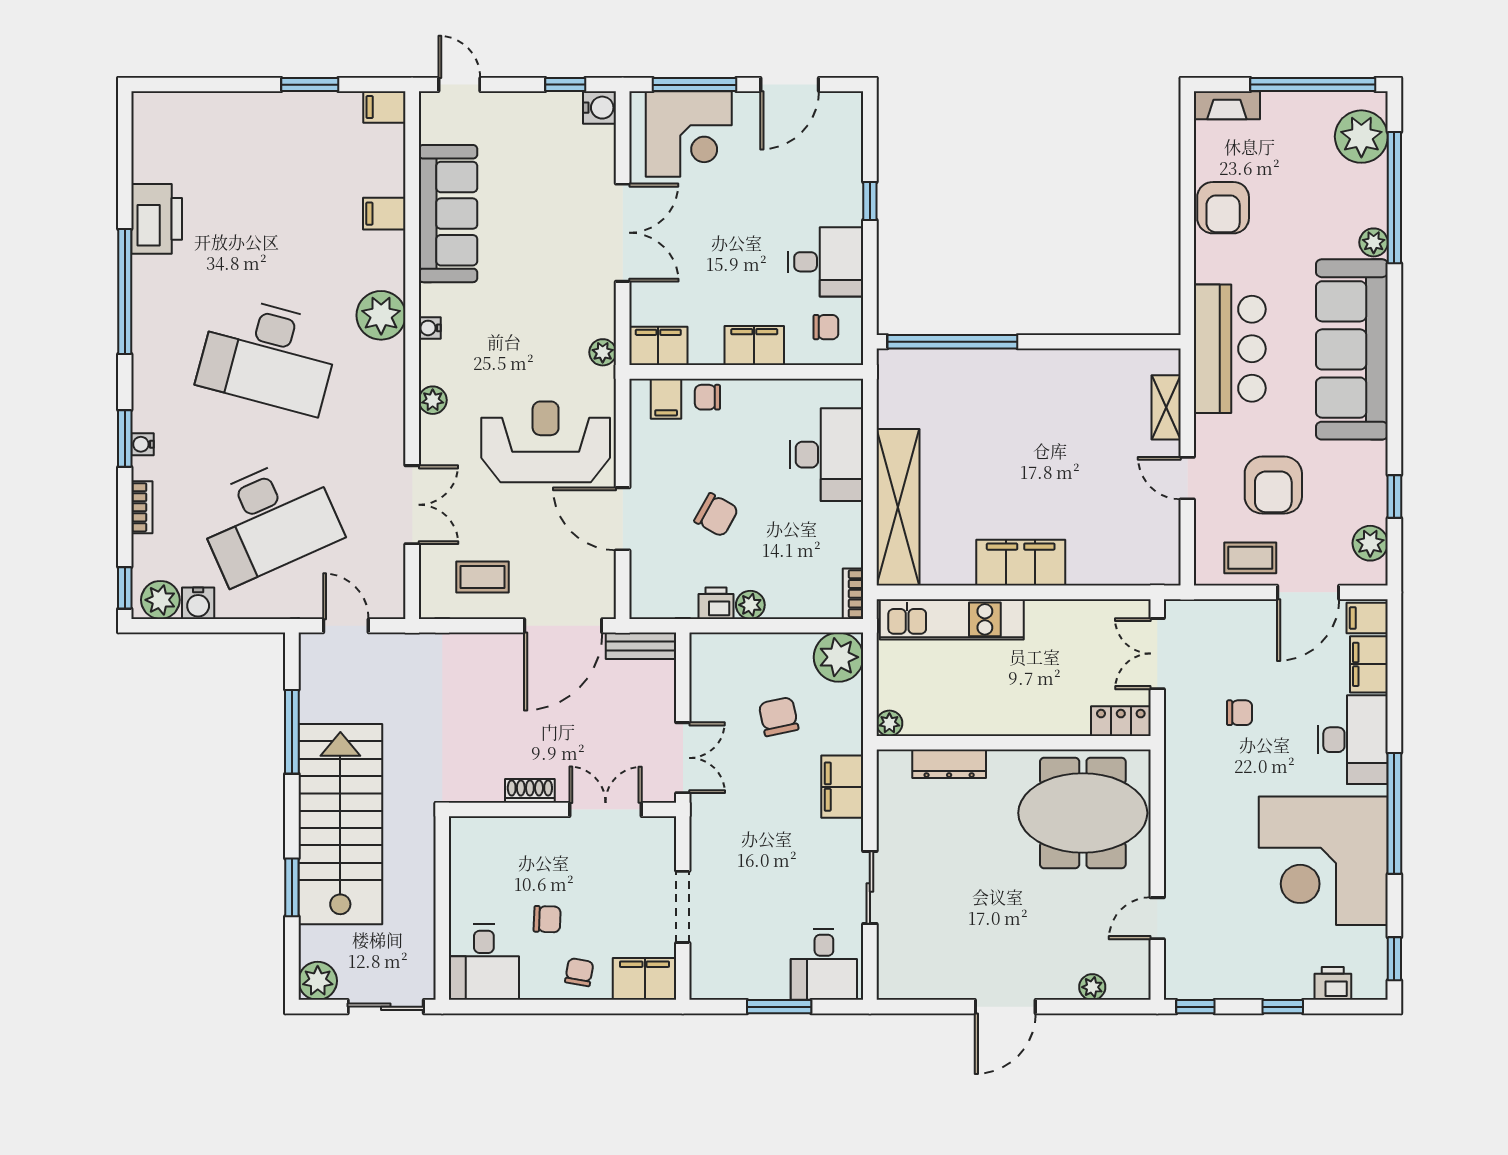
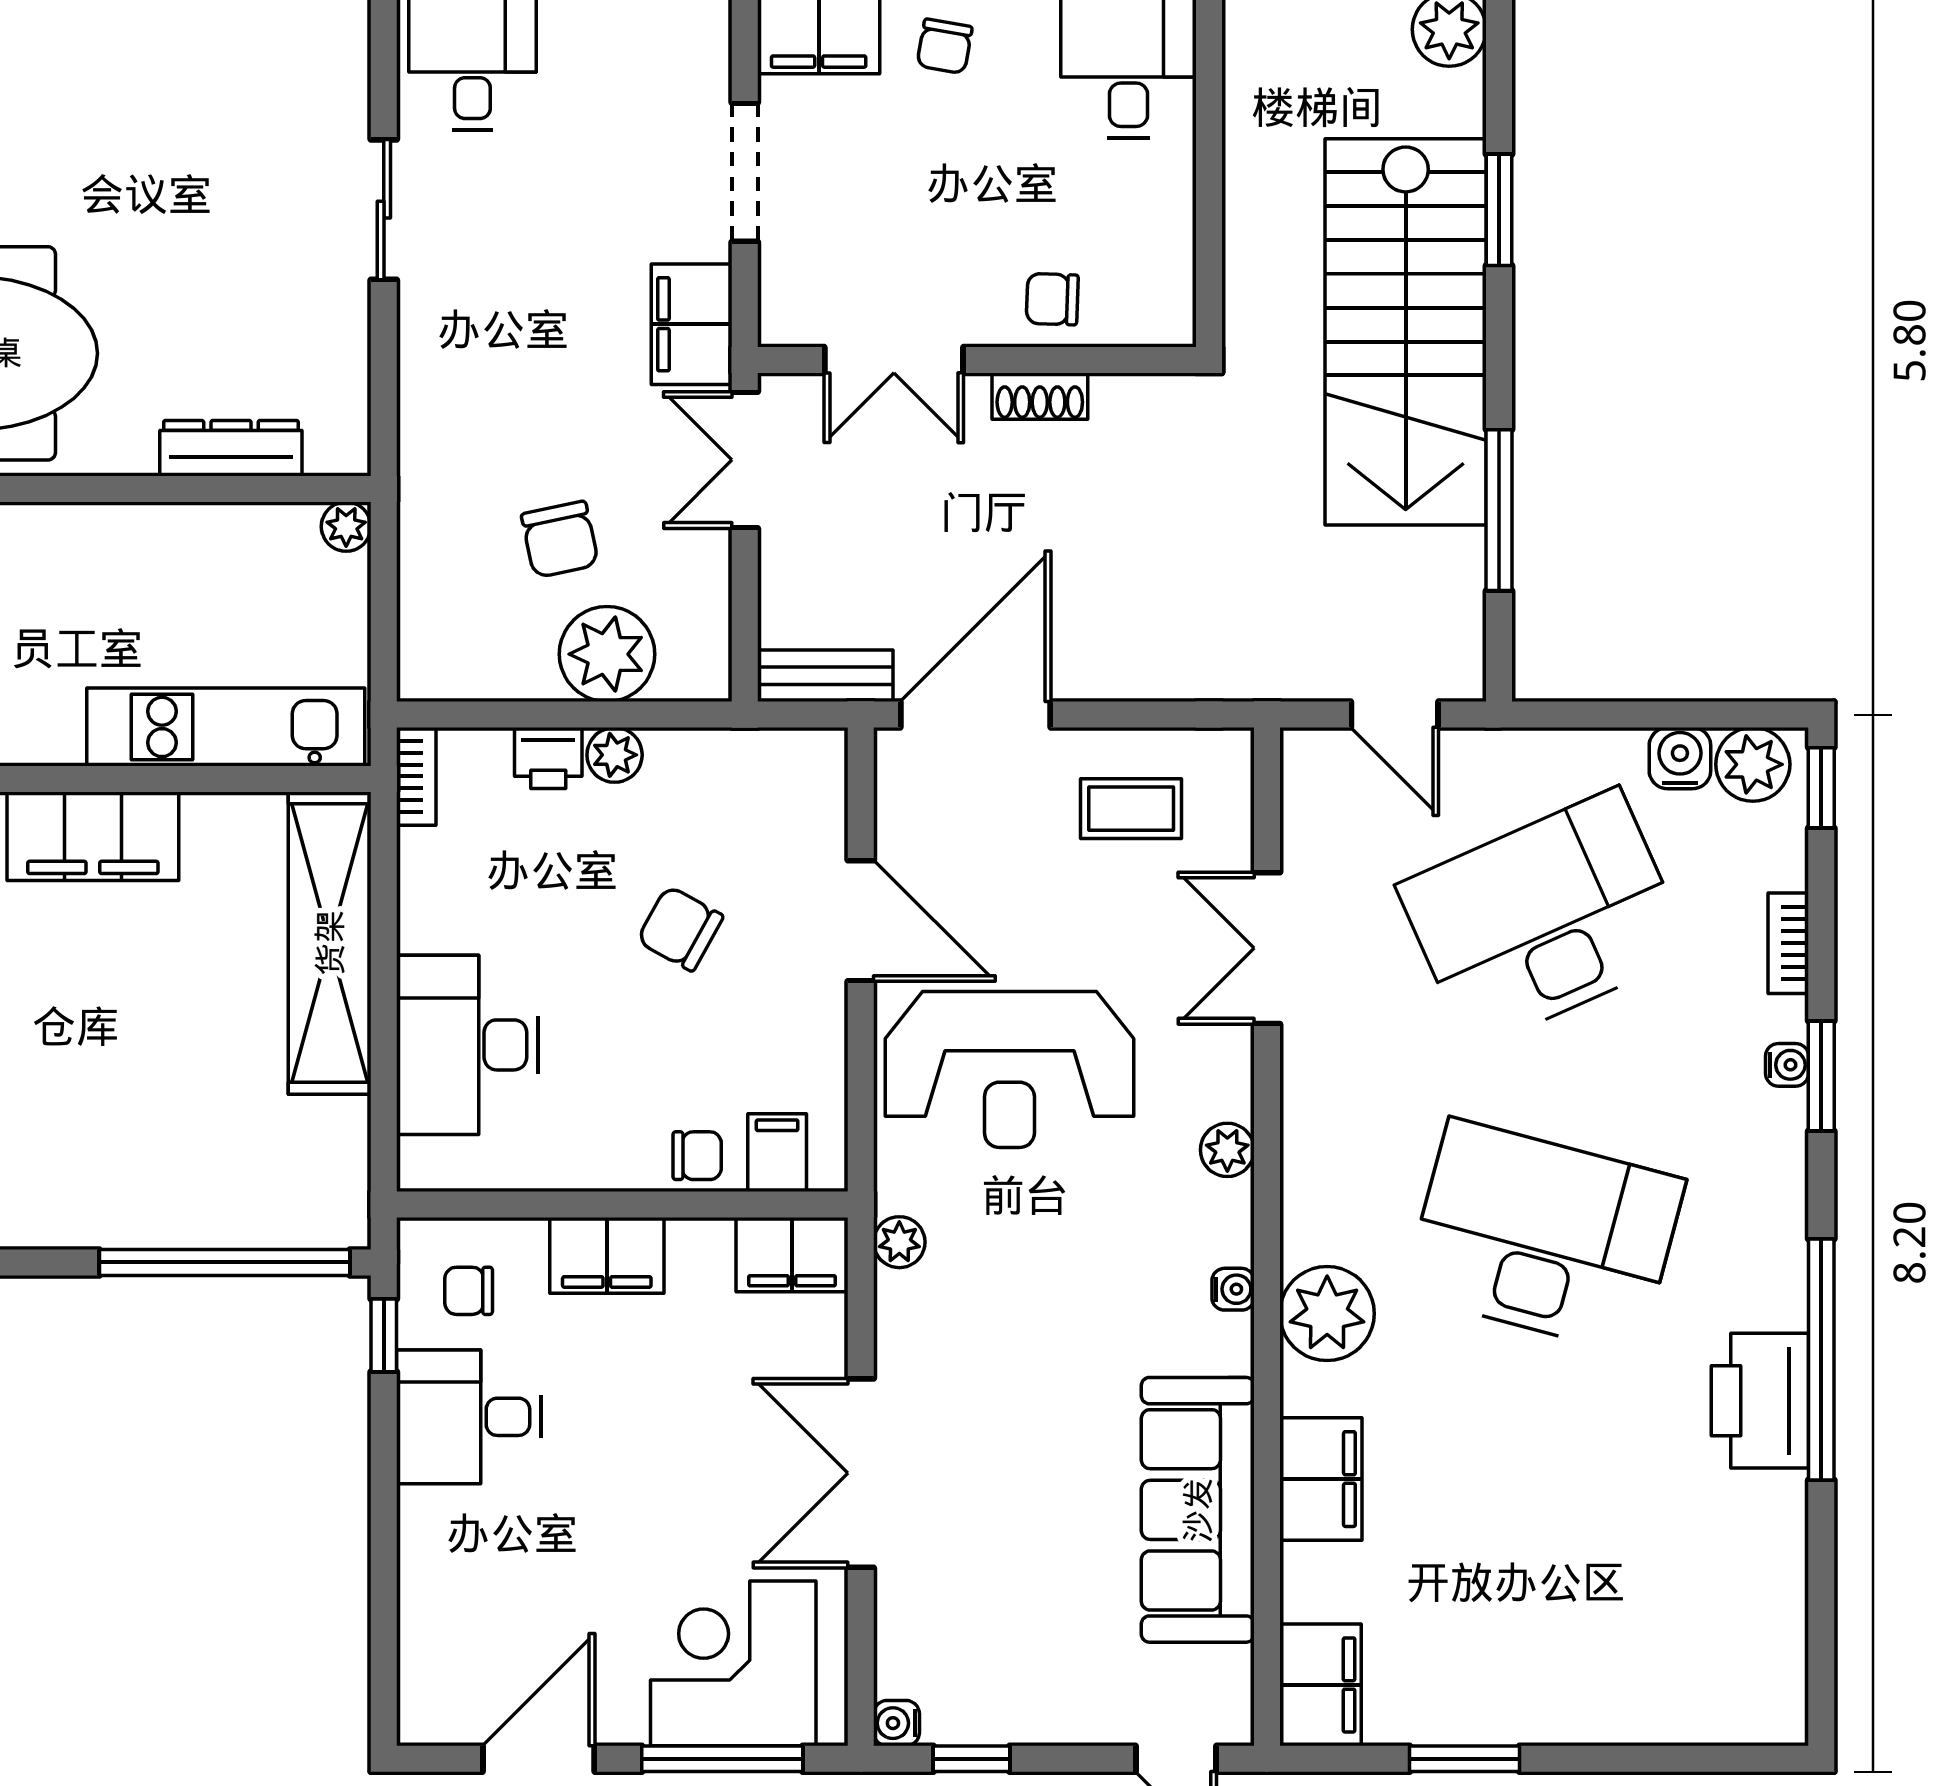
filing cabinet: (384, 107) -> (1321, 1685), width x2.00
water cooler: (600, 108) -> (897, 1723), width x0.72, depth x0.72
window: (870, 201) -> (384, 1335), moved
filing cabinet: (384, 214) -> (1321, 1479), width x2.00
printer: (157, 219) -> (1760, 1401), moved
printer: (716, 603) -> (548, 758), moved
plant: (839, 657) -> (607, 654), moved
filing cabinet: (842, 787) -> (692, 324), moved, turned 180
chair: (547, 919) -> (1052, 299), moved

